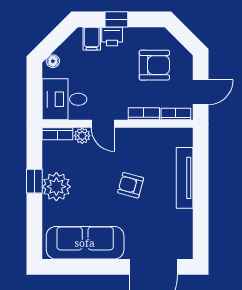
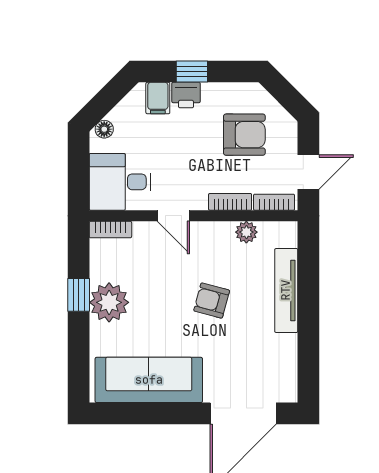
plant: (82, 136) -> (246, 232), moved

